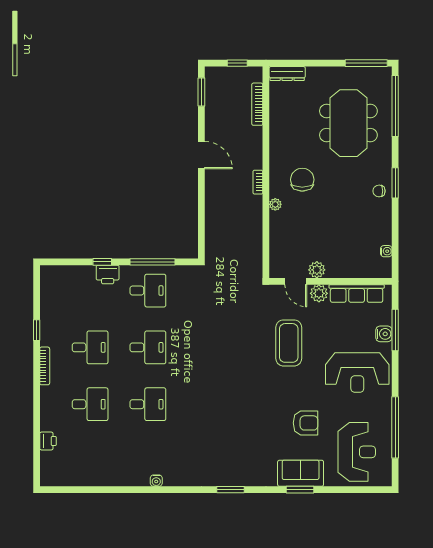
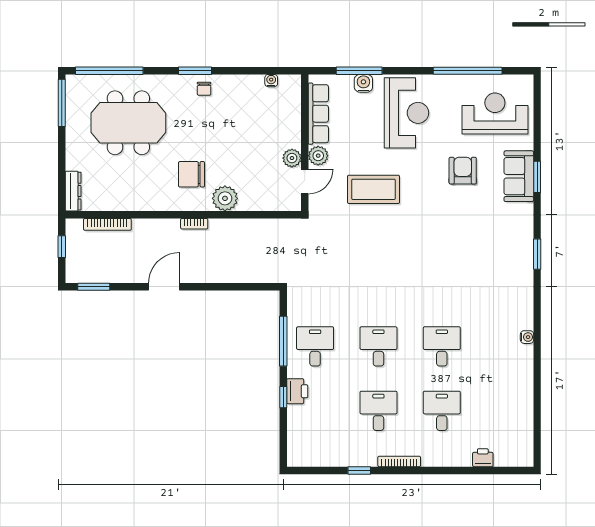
plant: (275, 204) -> (225, 198), width x1.88, depth x1.88

